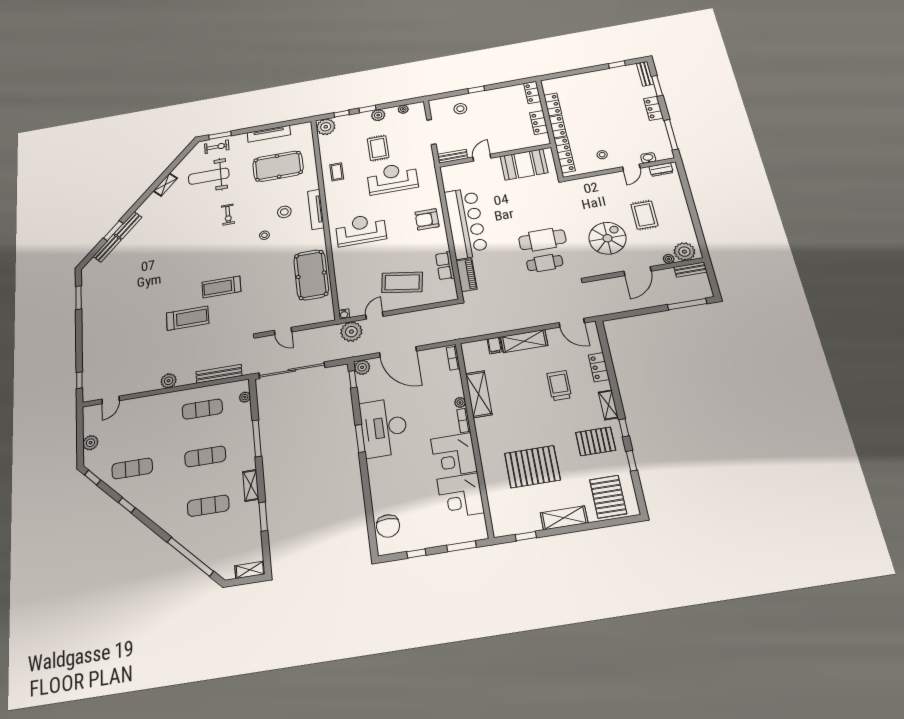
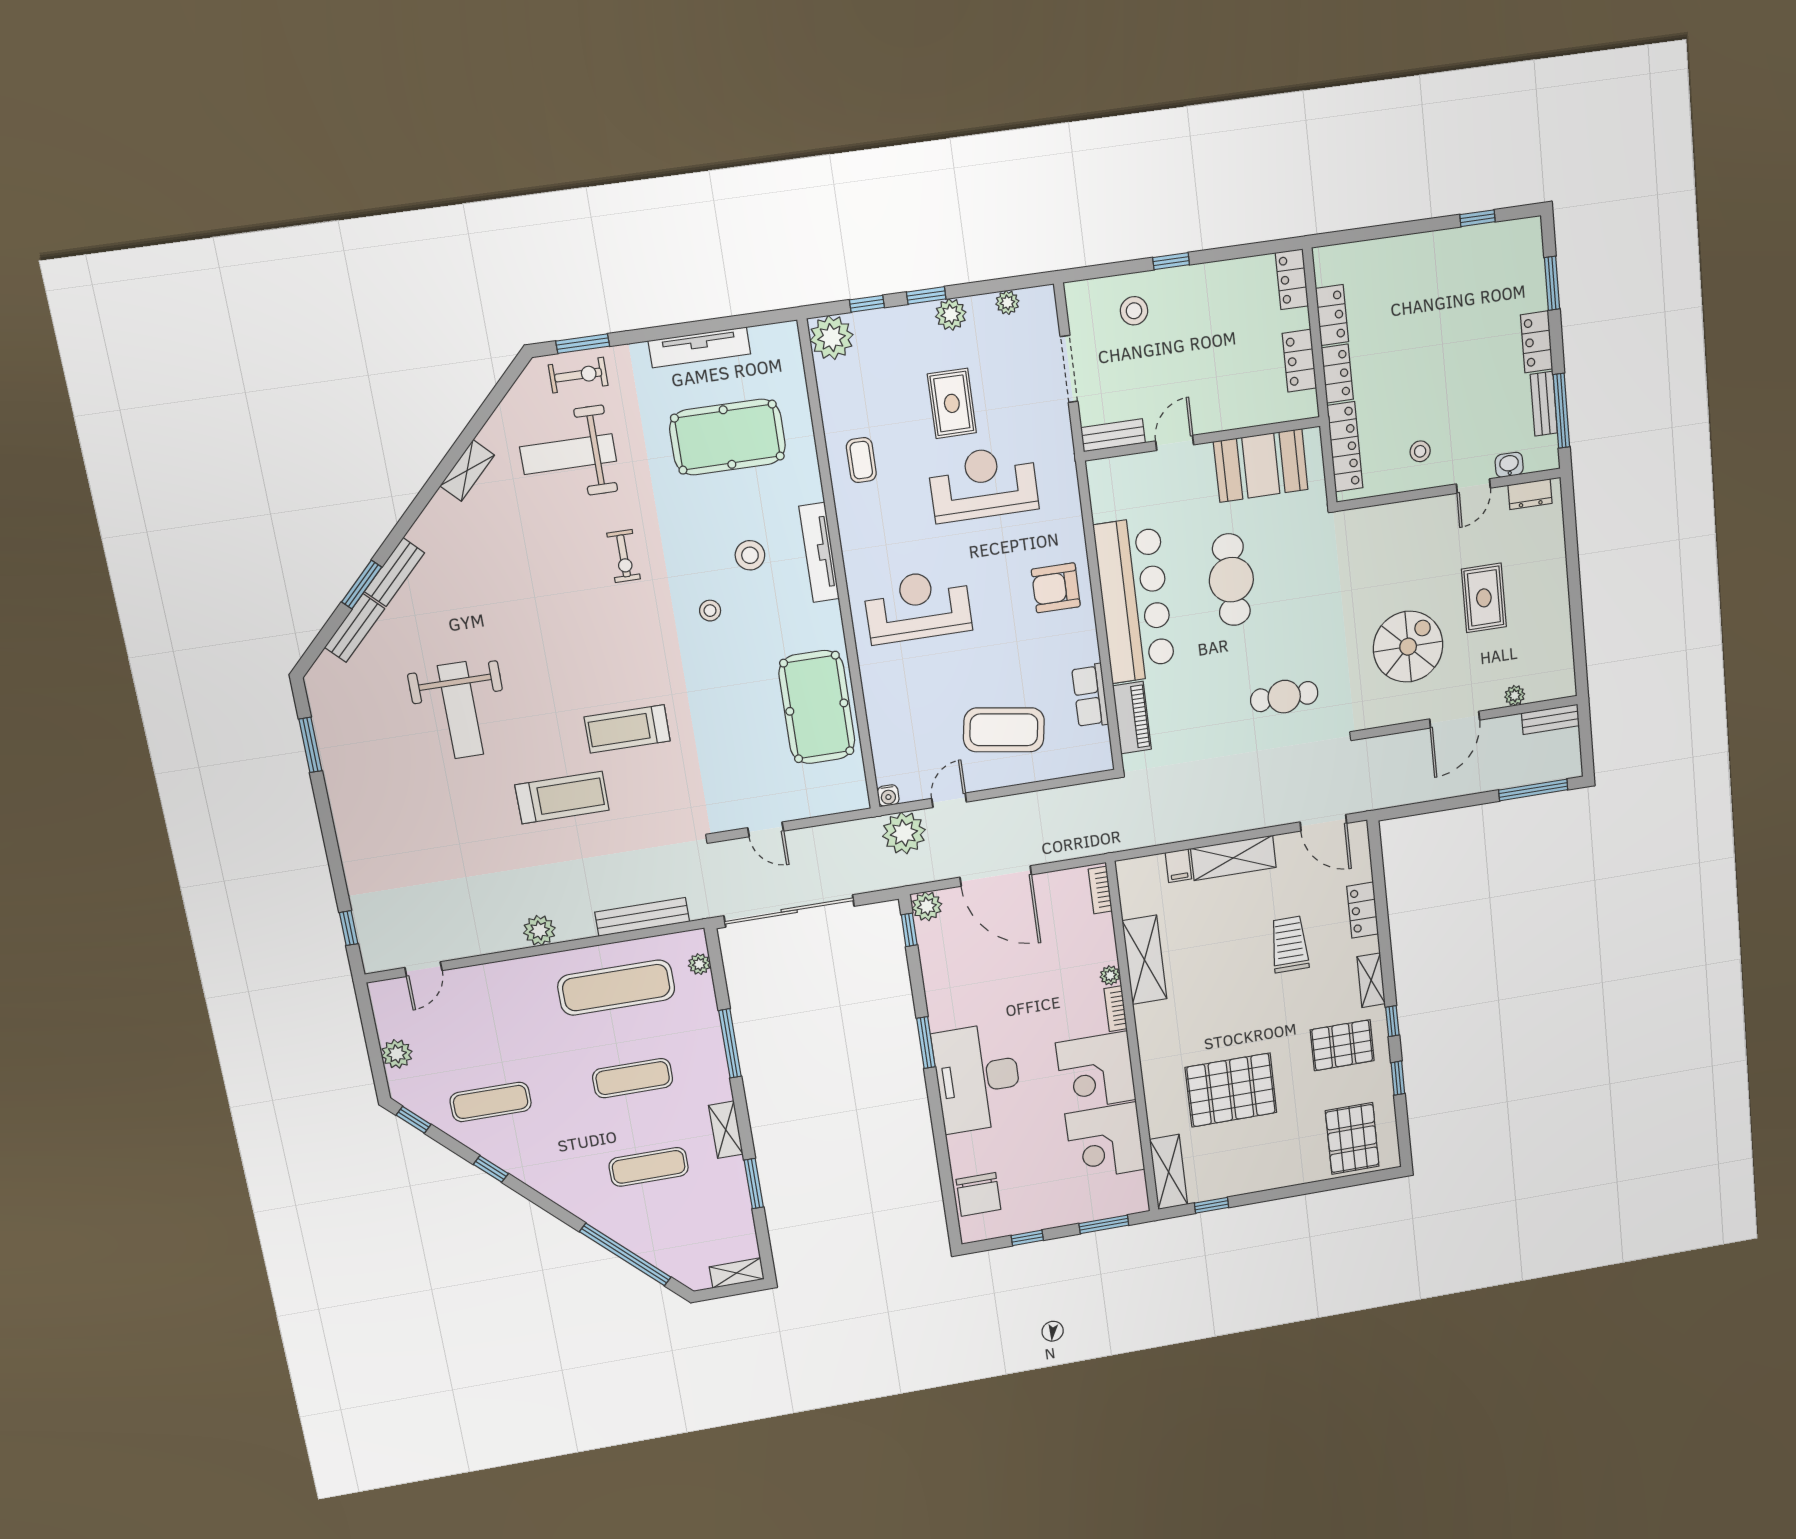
bench: (645, 74) -> (1544, 404), moved
cafe table: (542, 240) -> (1231, 580), moved, turned 90
plant: (684, 252) -> (1546, 681), removed
weight bench: (147, 281) -> (460, 710), added
exercise mat: (202, 409) -> (616, 988), width x1.36, depth x1.45
desk: (384, 428) -> (978, 1078), moved
shelving: (564, 518) -> (1169, 1172), moved, turned 90

